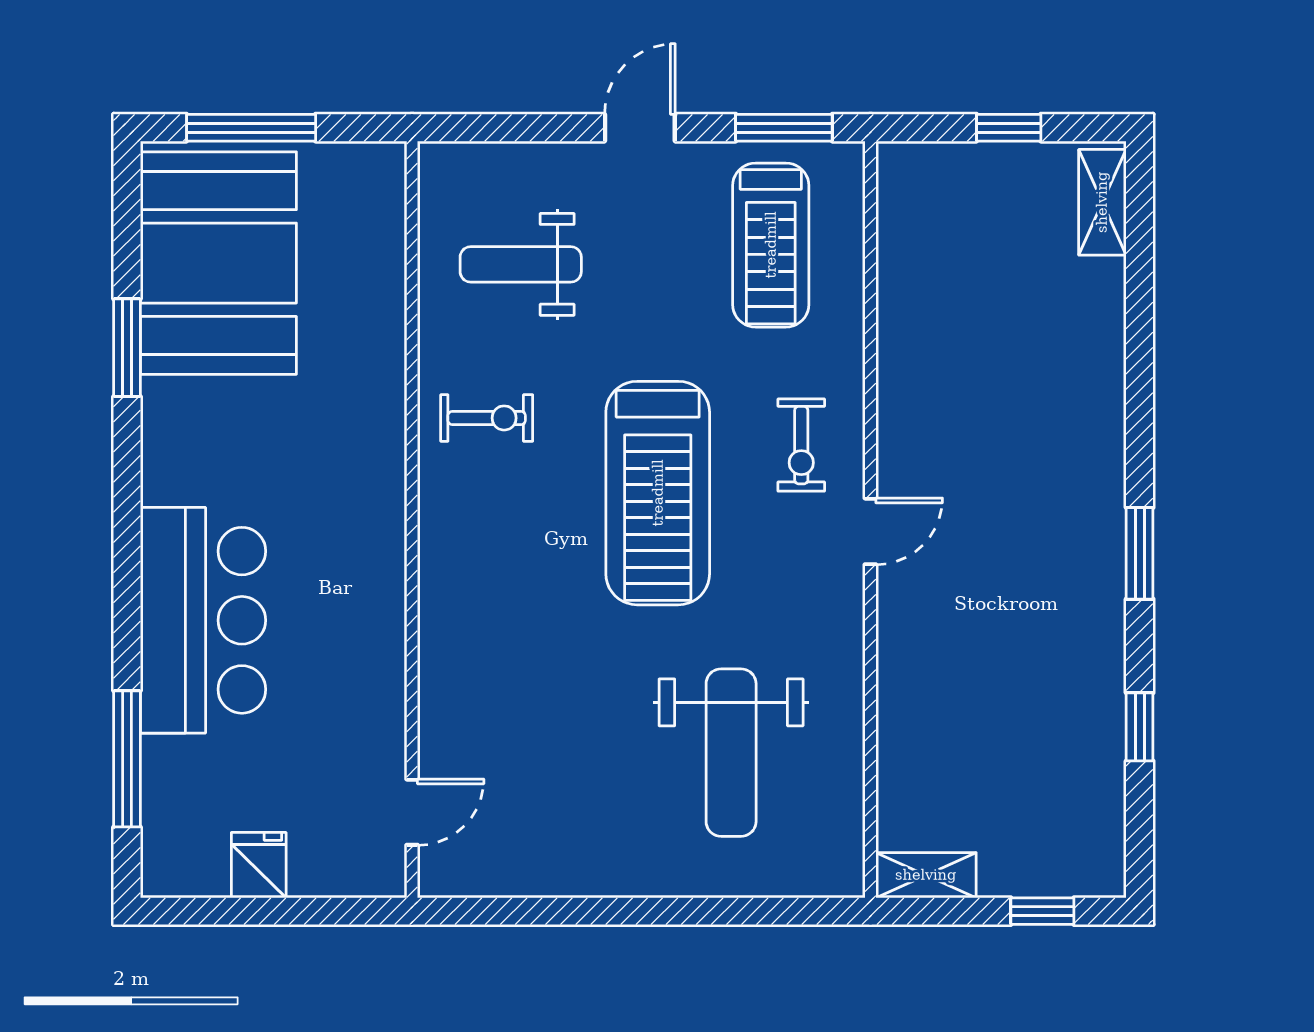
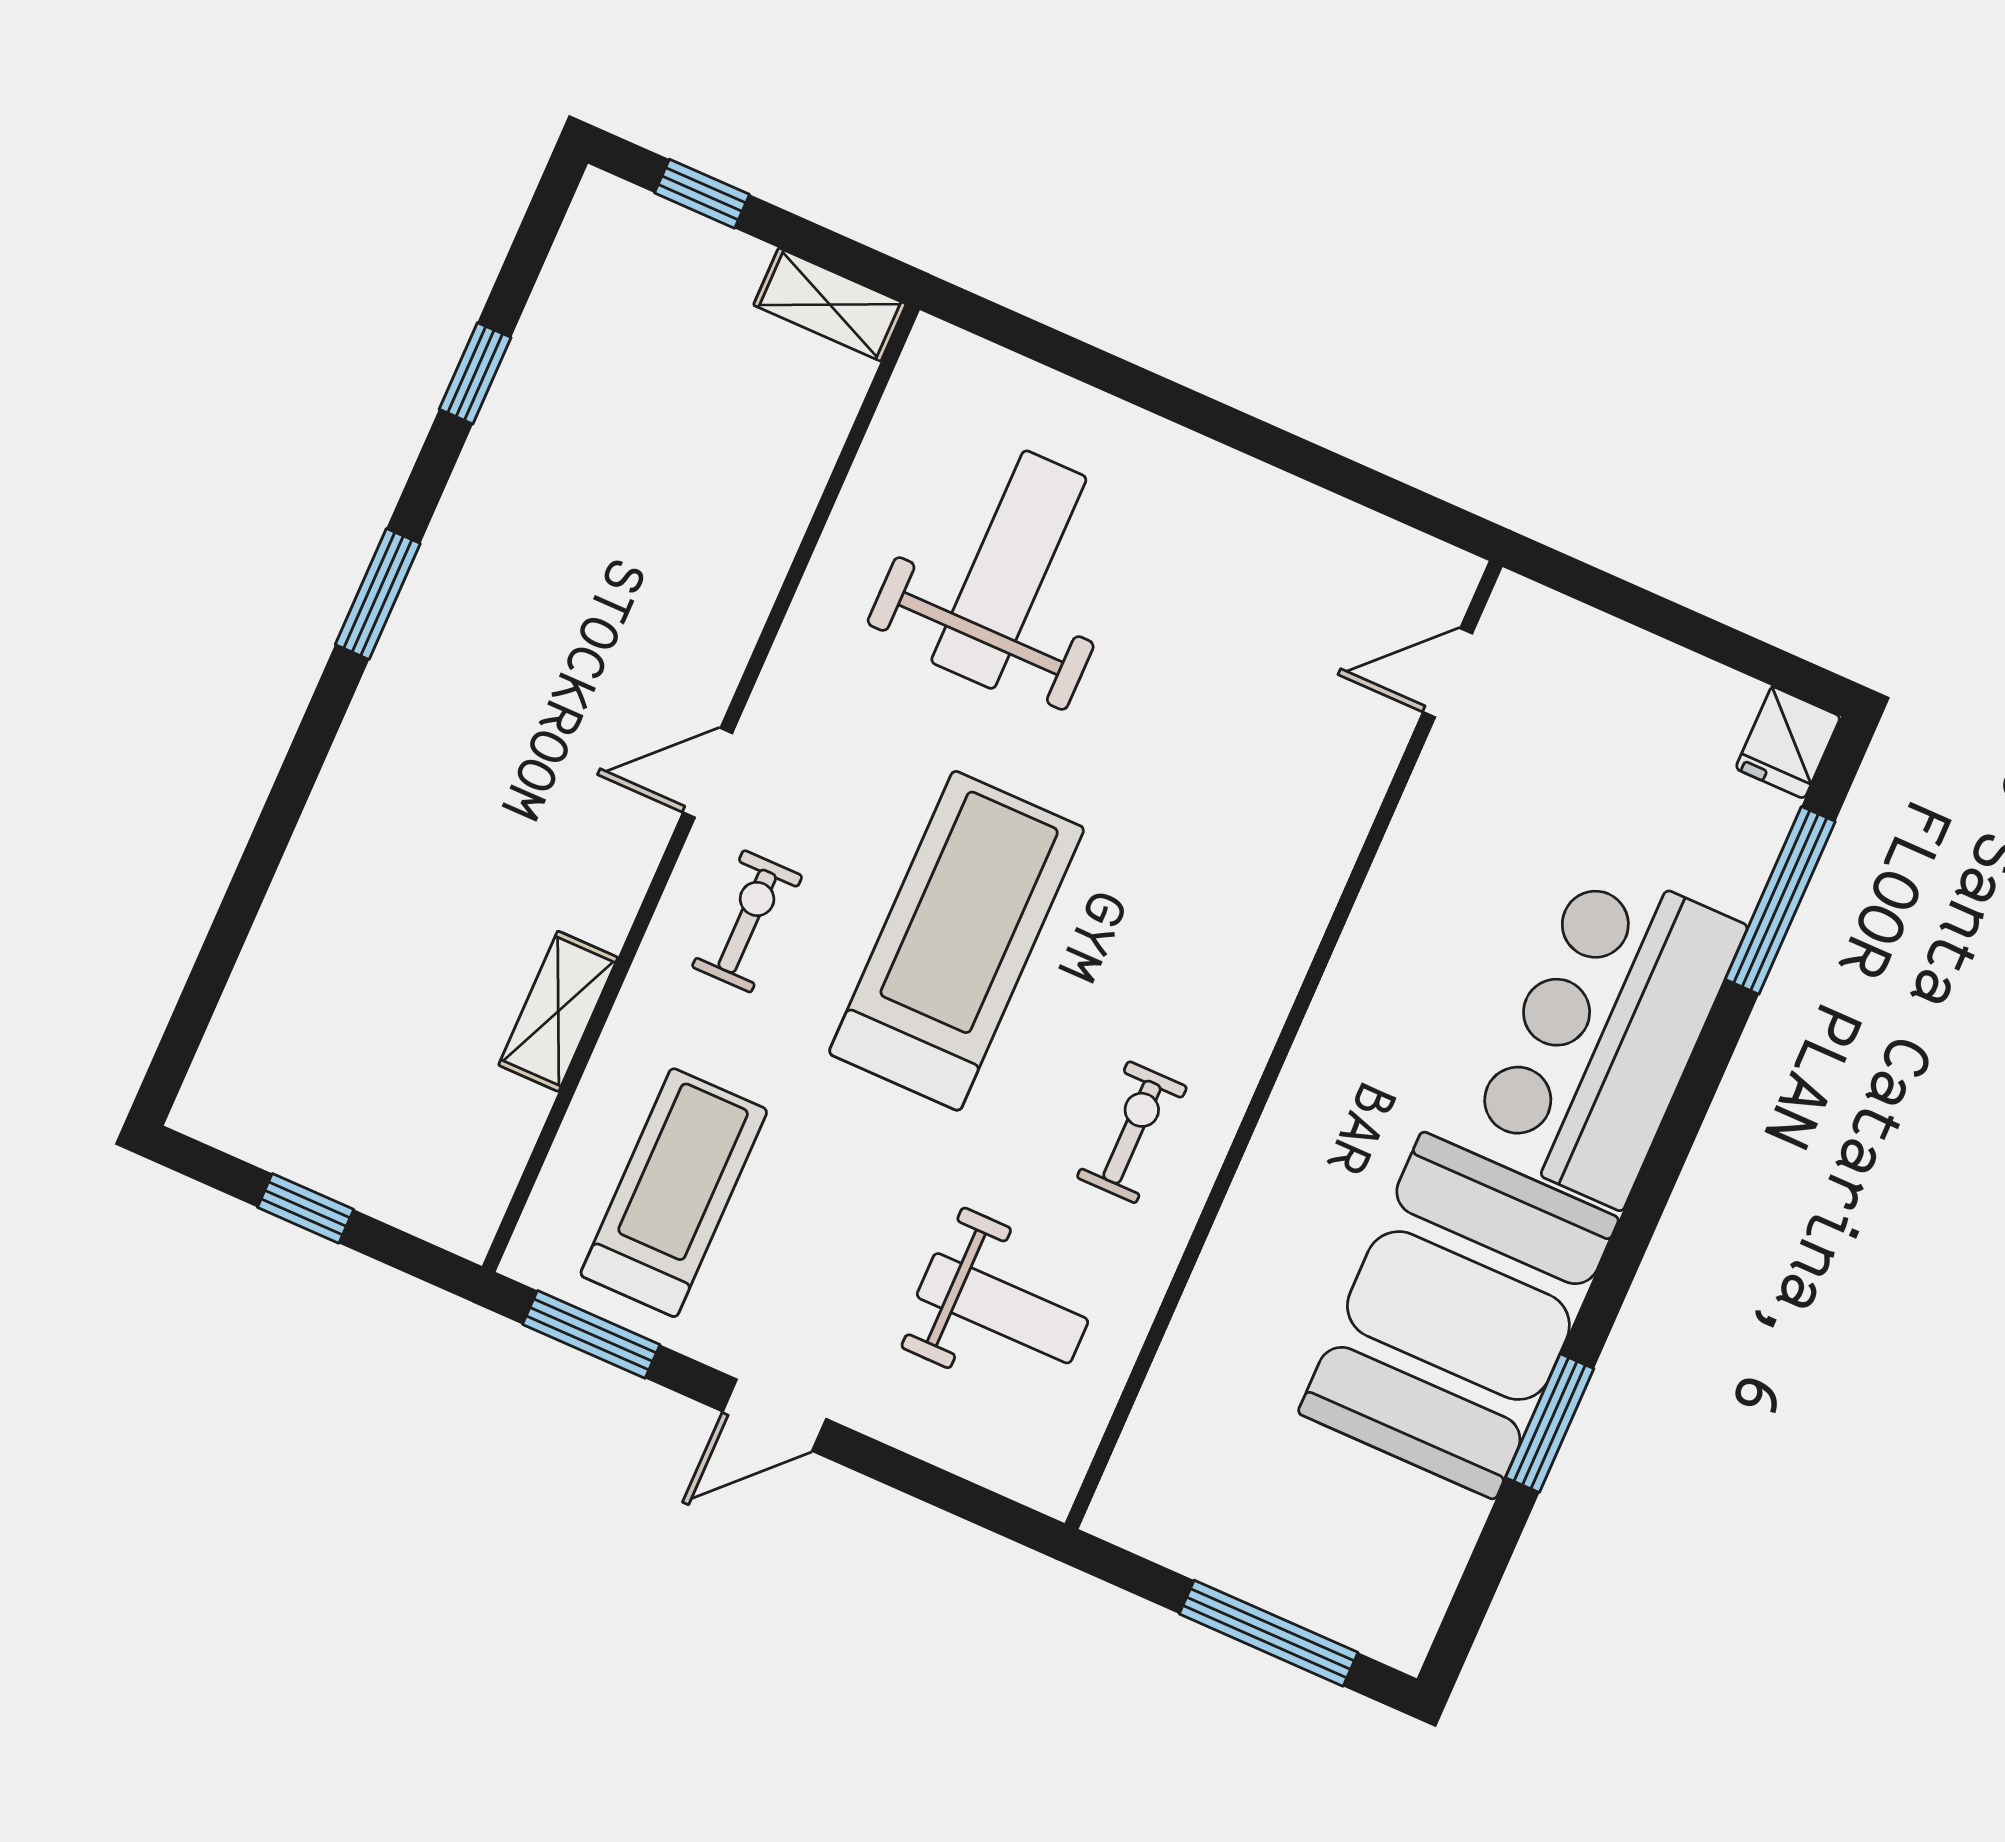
shelving: (1102, 202) -> (558, 1011), moved
booth: (218, 263) -> (1458, 1316), moved
exercise bike: (487, 418) -> (1132, 1132), turned 90
fridge: (259, 865) -> (1788, 742), moved

